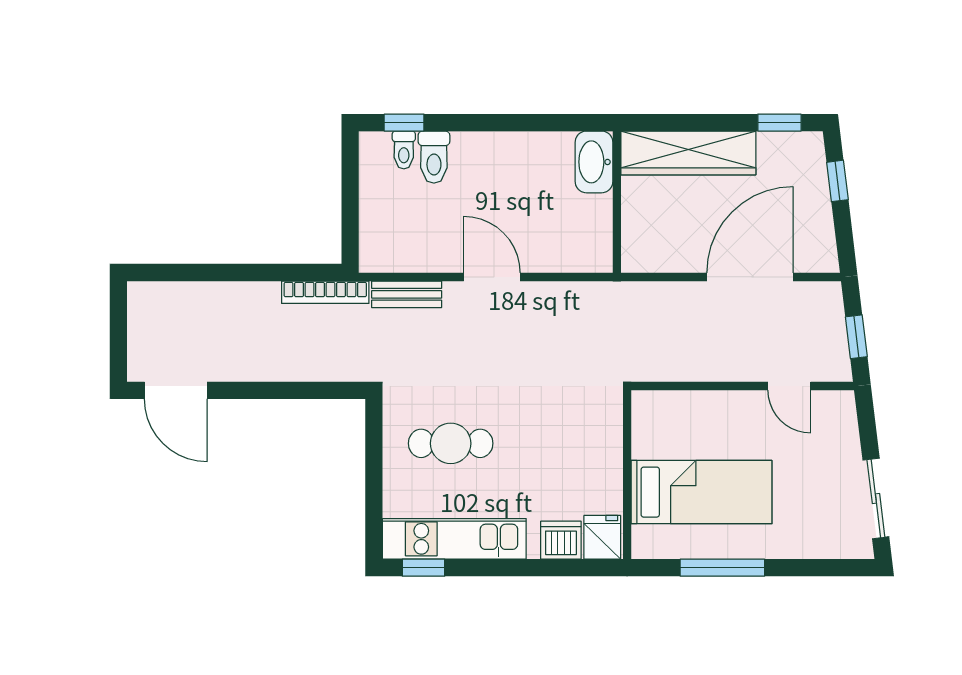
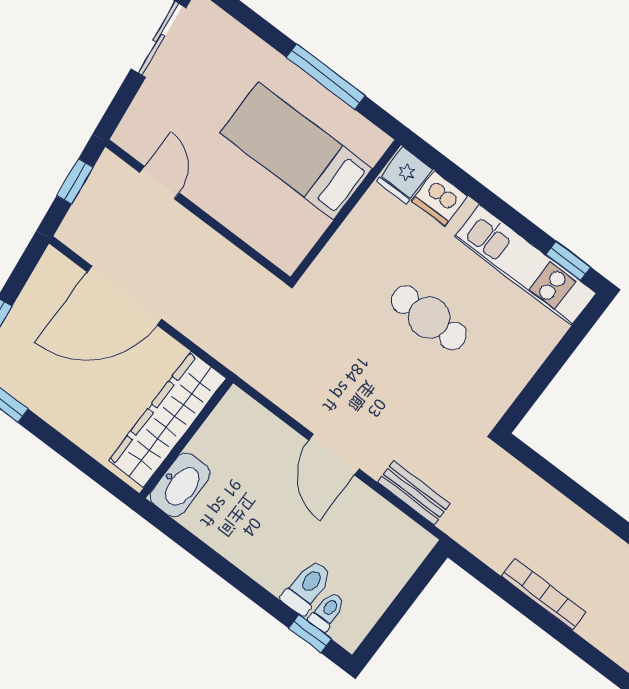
wardrobe: (688, 153) -> (167, 419), moved, turned -90
bookcase: (325, 292) -> (544, 594), moved
cafe table: (451, 443) -> (429, 318), moved

